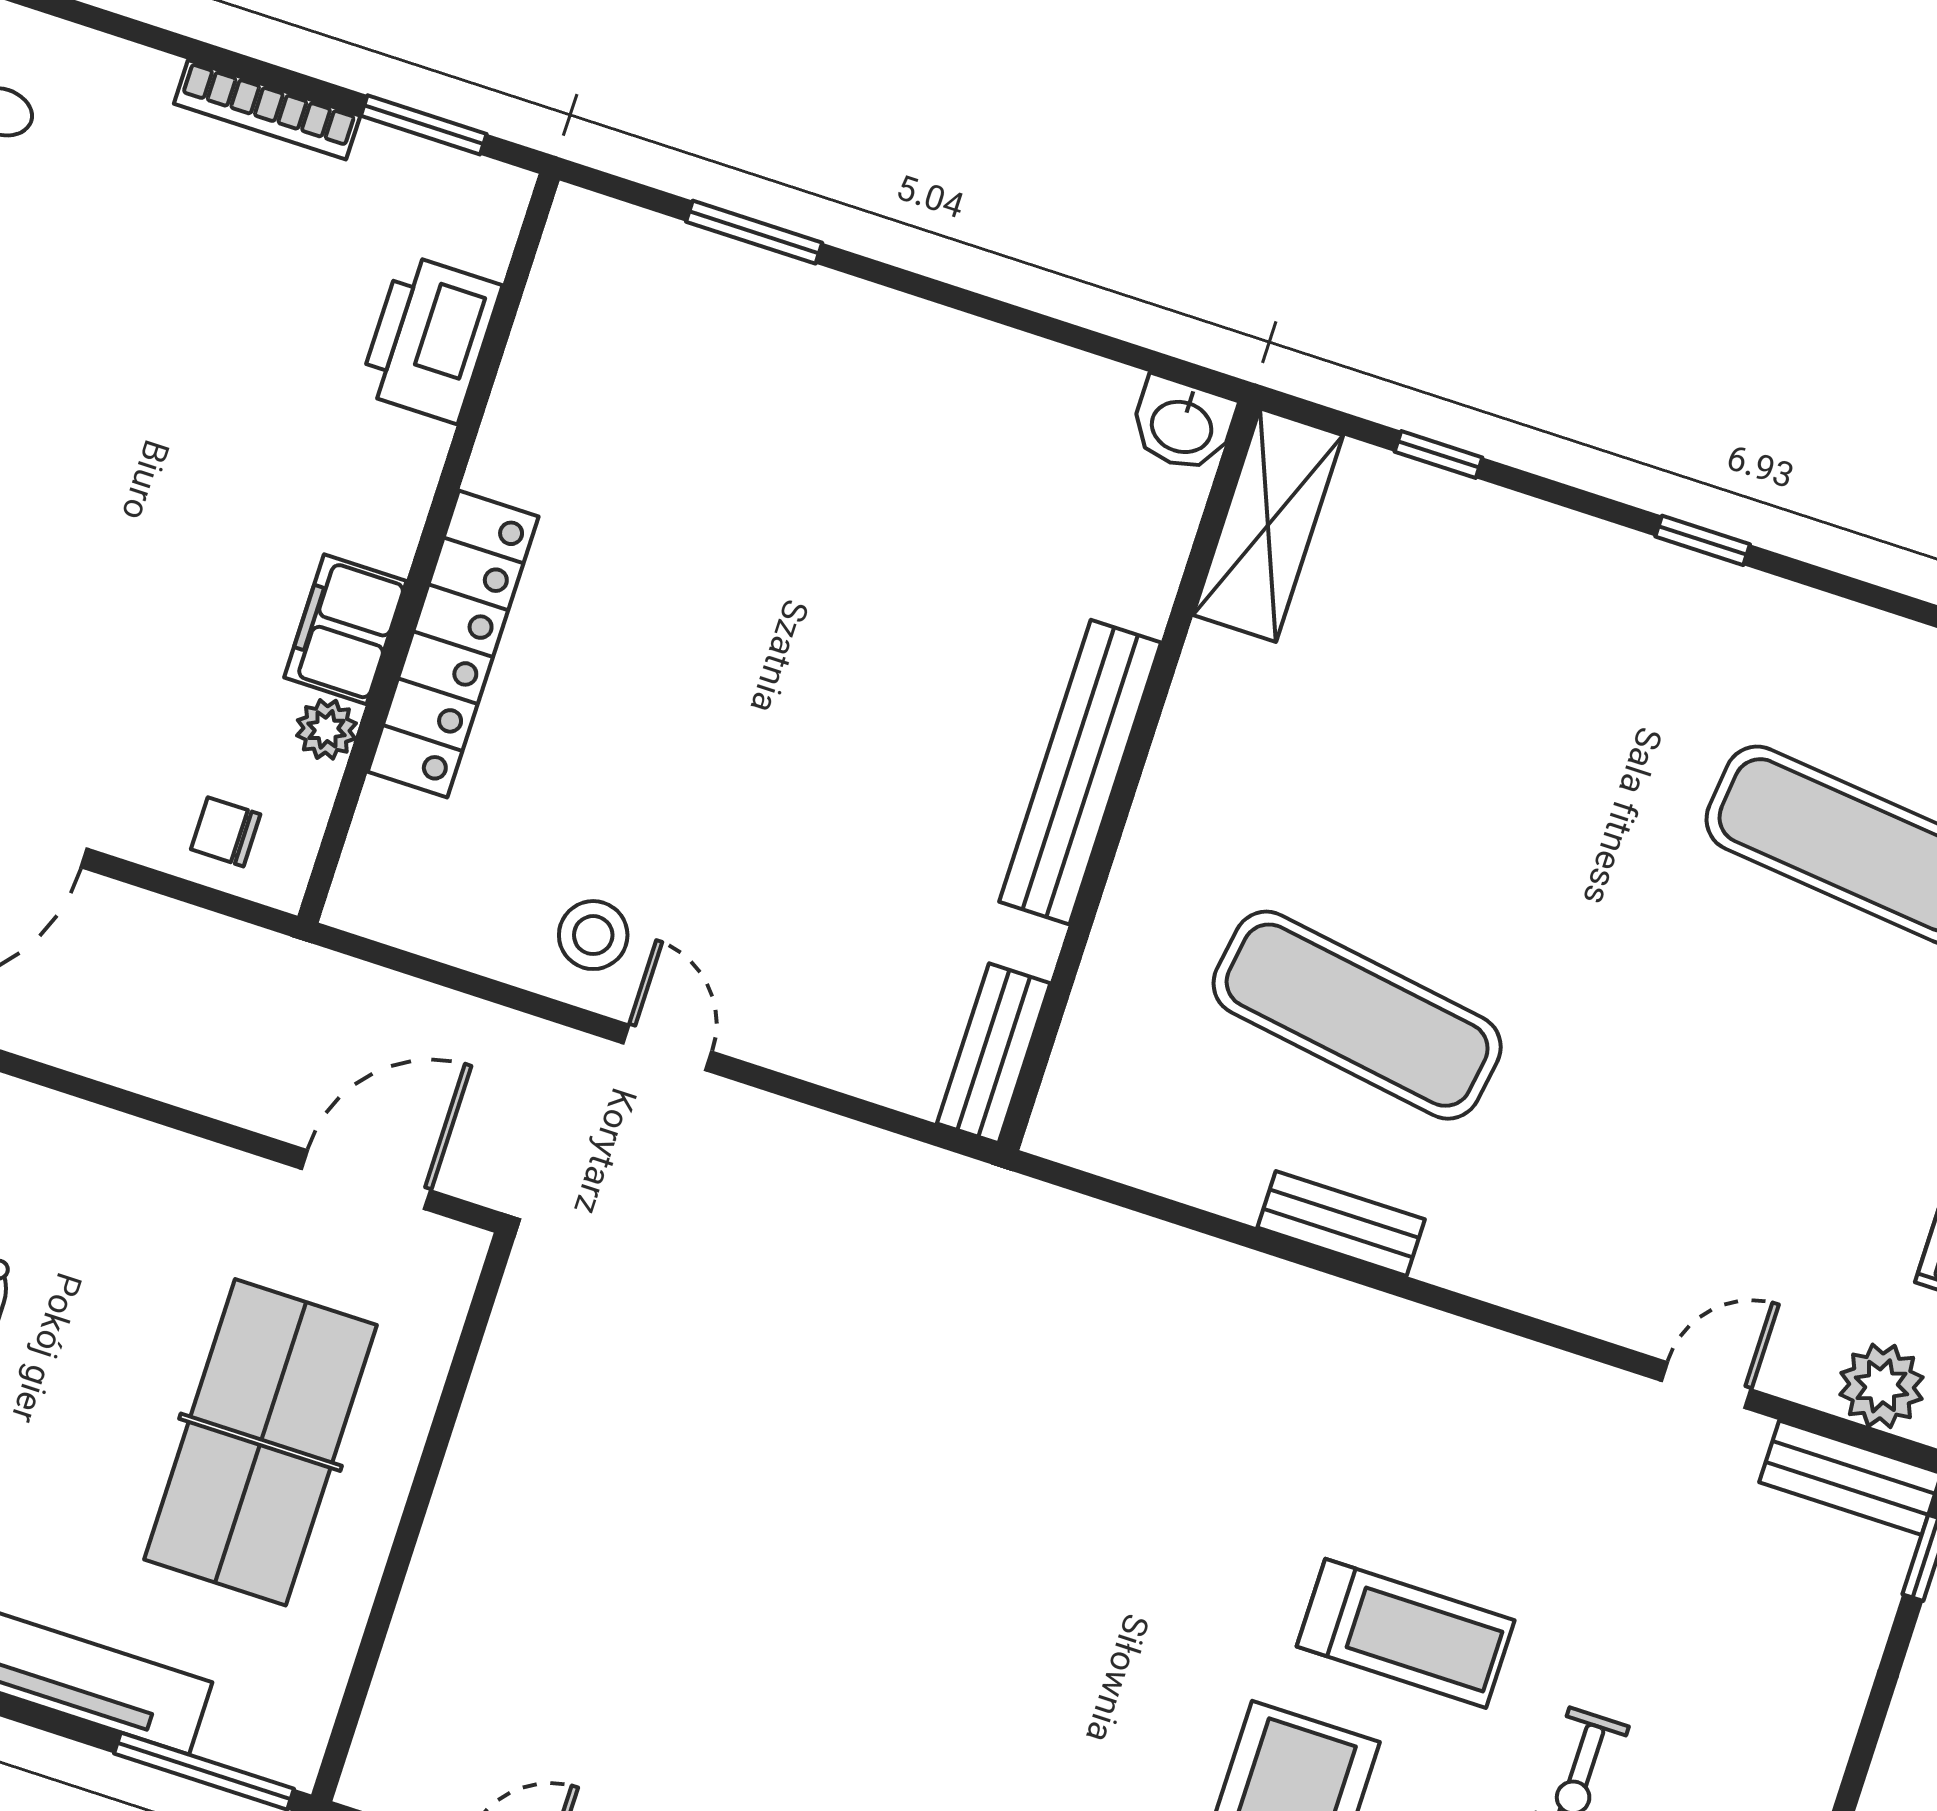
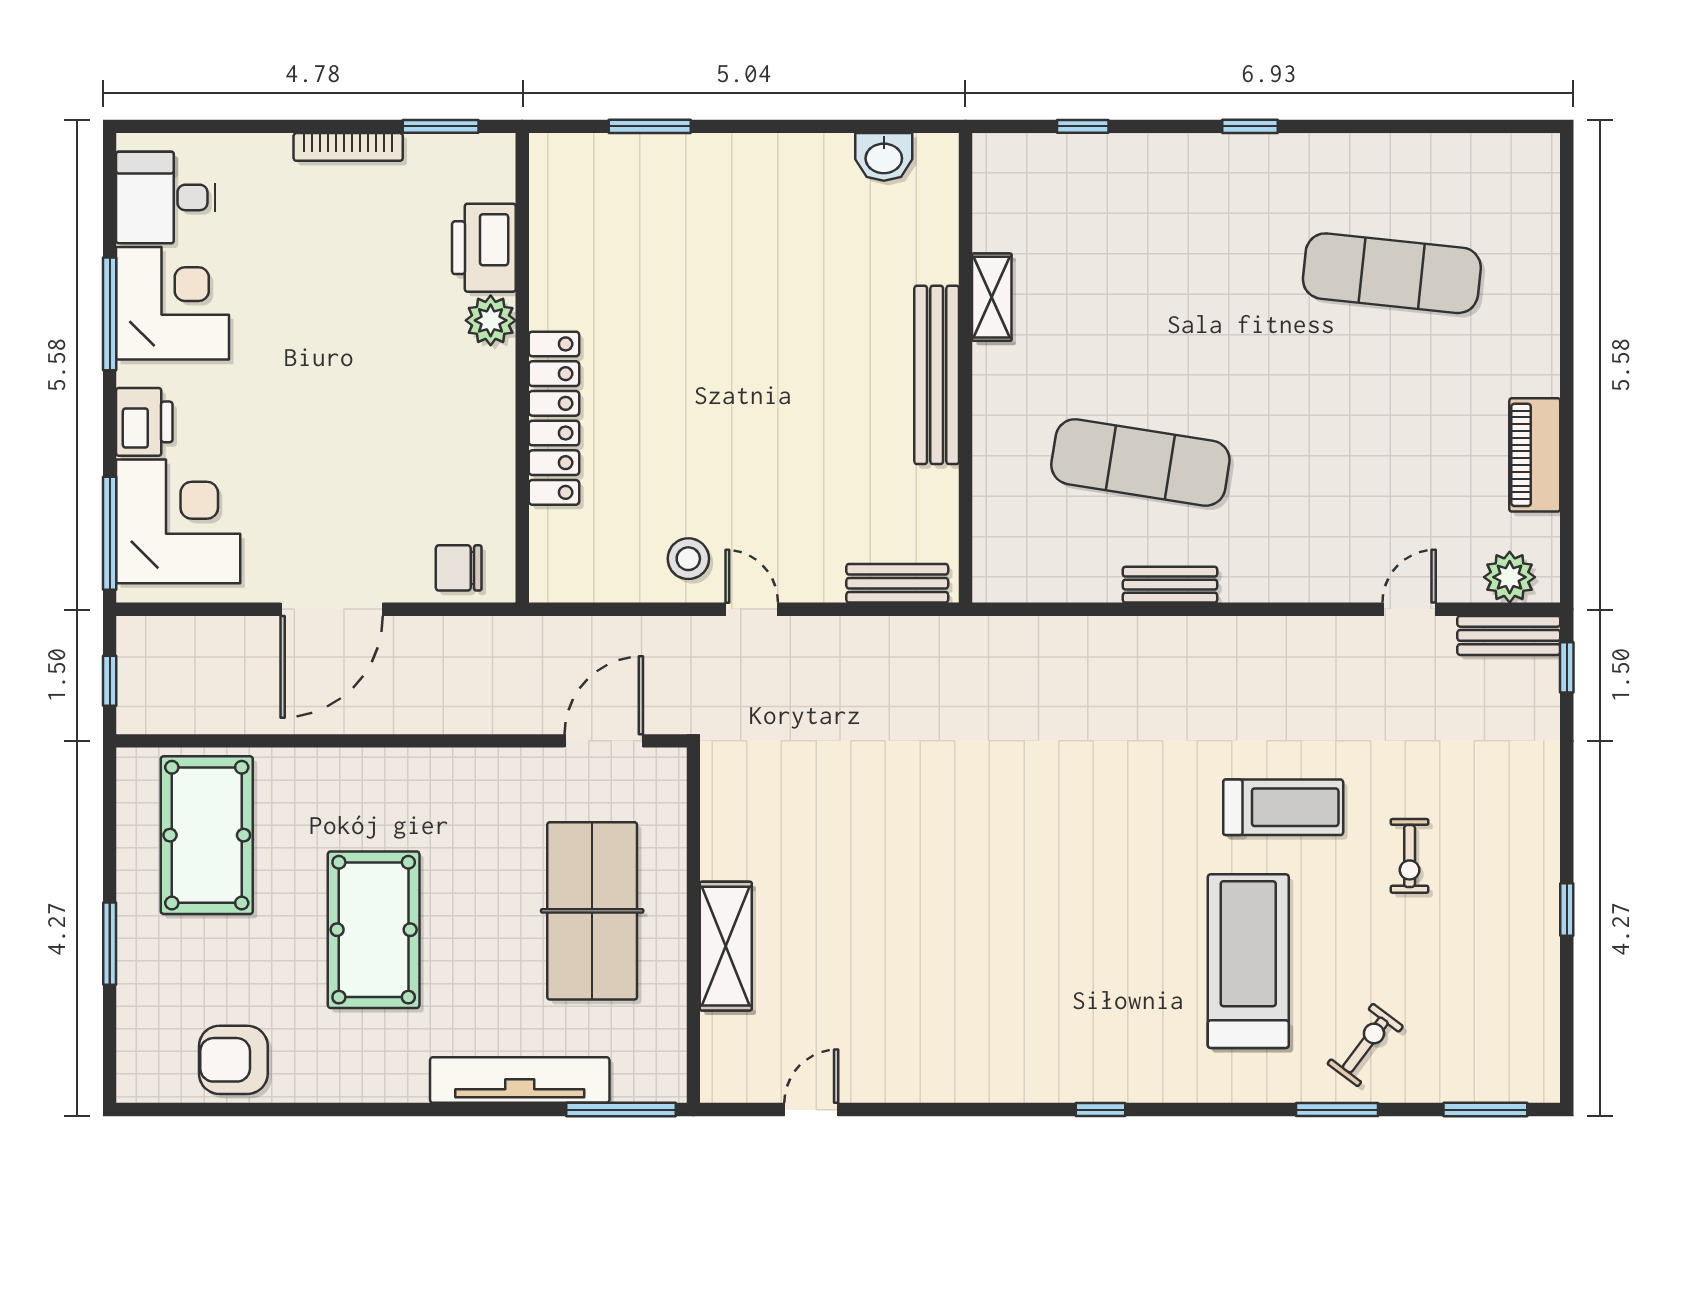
washbasin: (1182, 425) -> (884, 157), moved
shelving: (1268, 525) -> (992, 297), moved, width x0.67, depth x0.75
filing cabinet: (345, 629) -> (490, 430), removed
plant: (326, 729) -> (491, 320), moved, width x1.38, depth x1.38
chair: (226, 832) -> (459, 568), width x1.37, depth x1.37
bench: (994, 1053) -> (897, 583), moved, turned 90
shelving: (453, 1567) -> (726, 946), added

